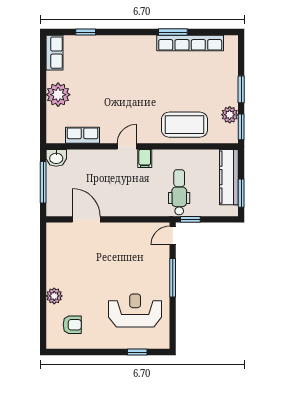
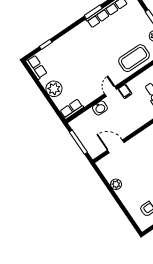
row of seats: (83, 135) -> (72, 109), moved
washbasin: (56, 158) -> (100, 108), moved
plant: (54, 296) -> (116, 184), moved

